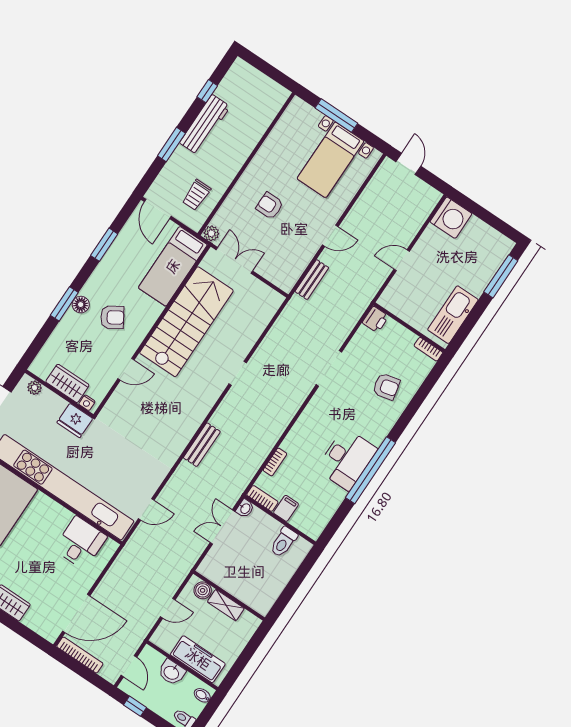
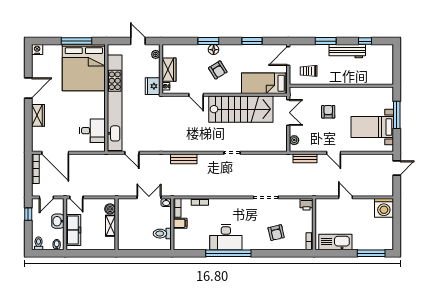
plant: (211, 233) -> (294, 140), moved
door: (168, 608) -> (76, 197), moved

